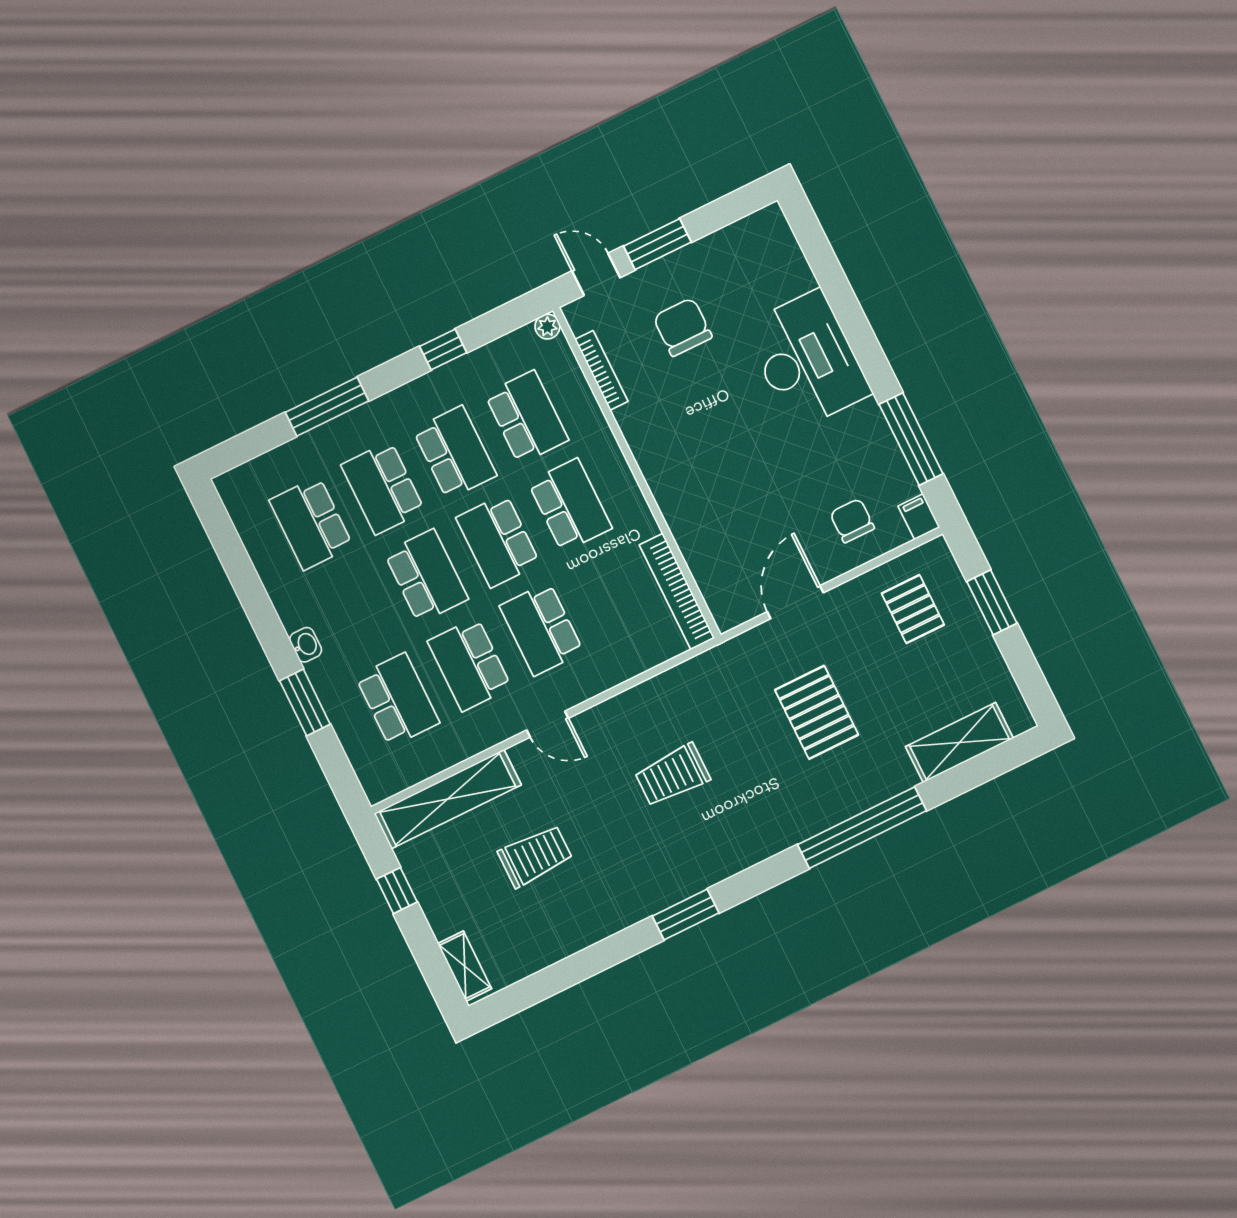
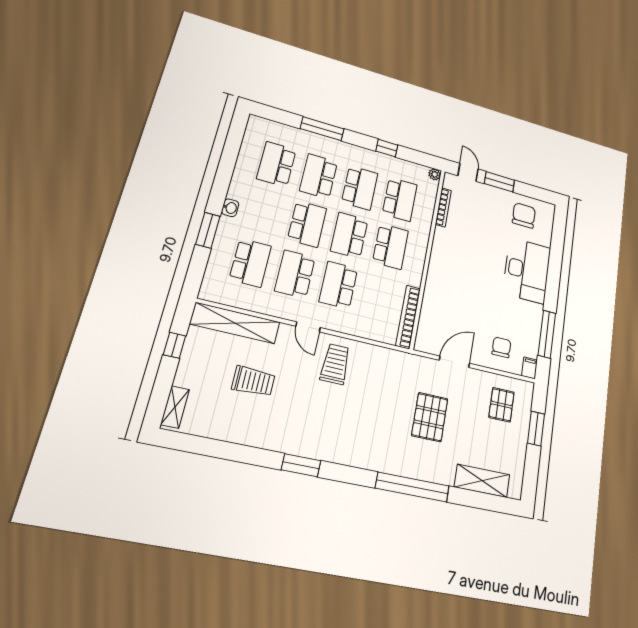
chair: (683, 327) -> (524, 215), moved
trolley: (672, 775) -> (335, 364), moved, turned 90

